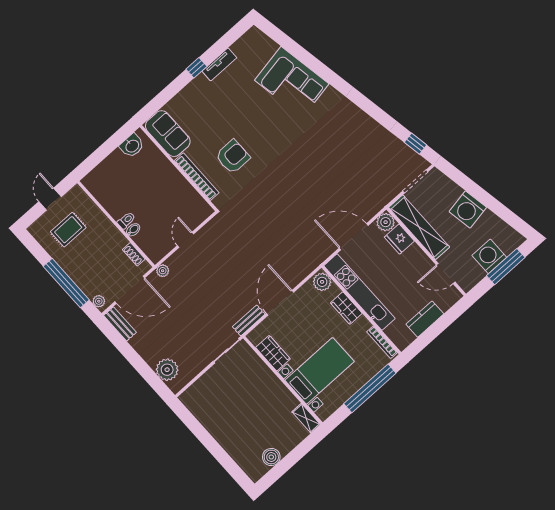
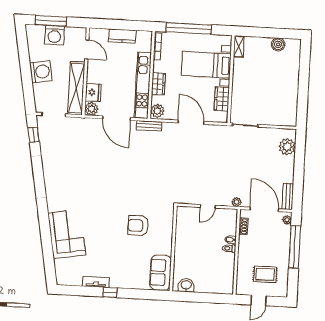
bookcase: (197, 177) -> (168, 234), removed
door: (280, 303) -> (191, 122), swing flipped
bench: (249, 320) -> (149, 126), moved

